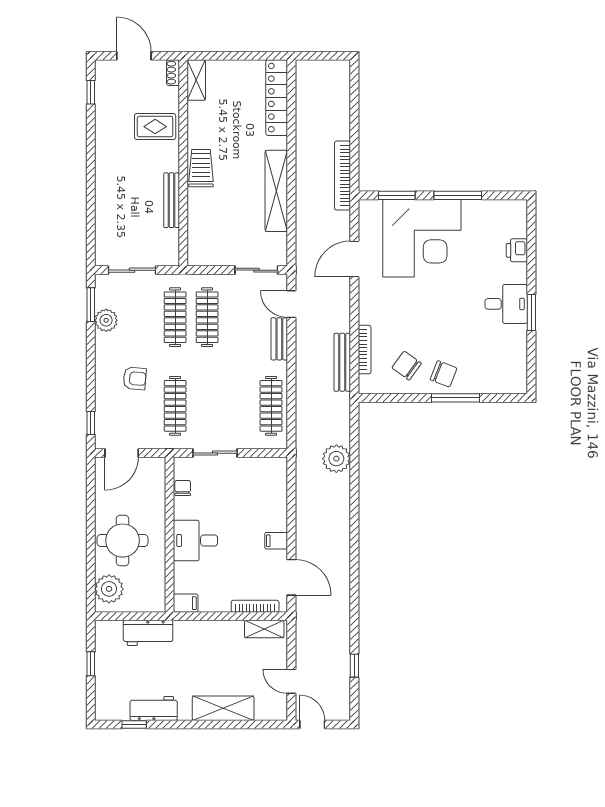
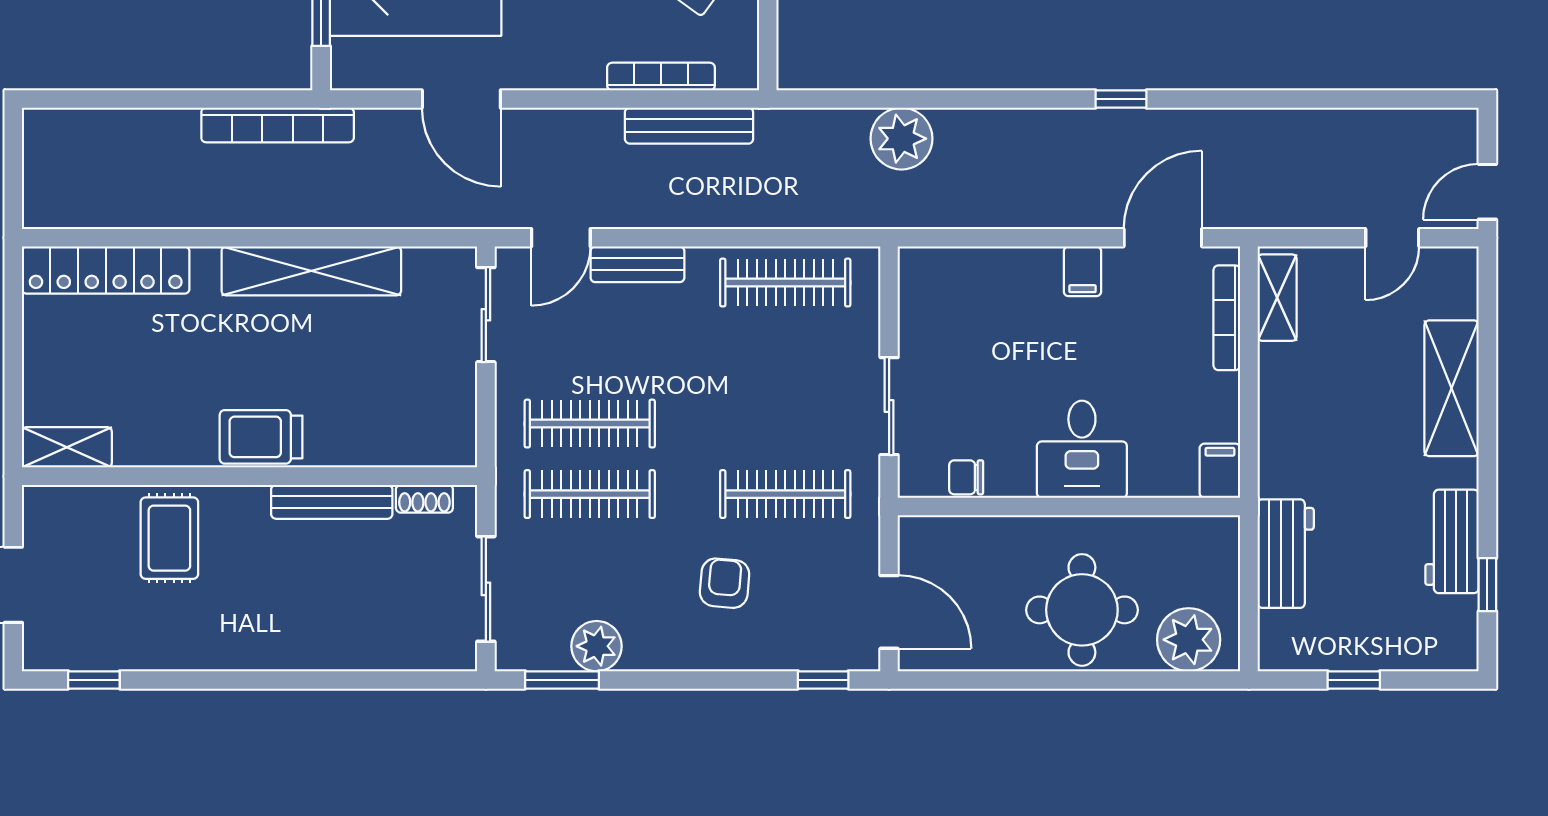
shoe rack: (173, 73) -> (424, 499), moved
window: (354, 666) -> (1121, 99), moved

